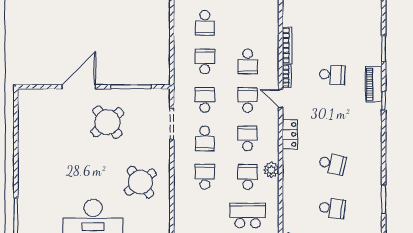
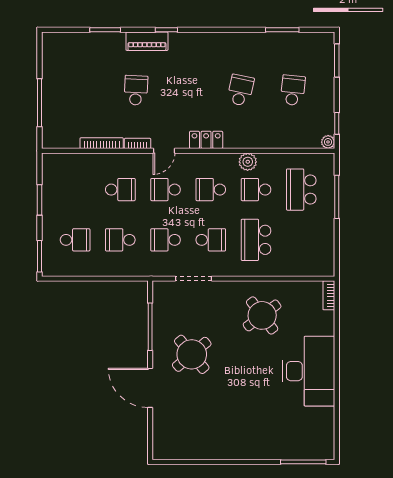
school desk: (205, 177) -> (256, 240), width x1.85

